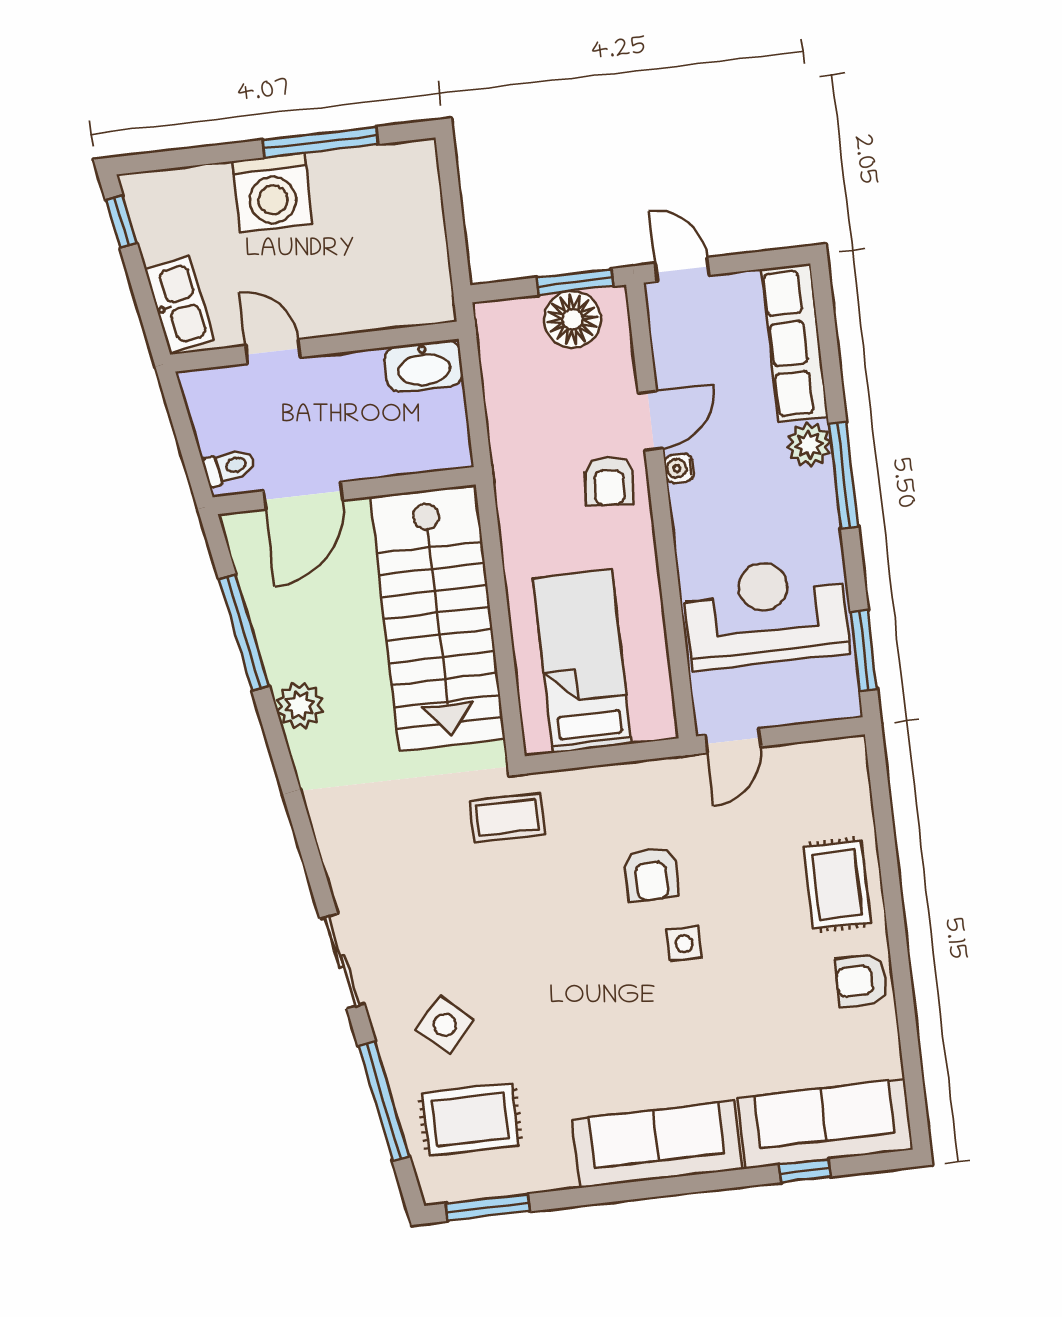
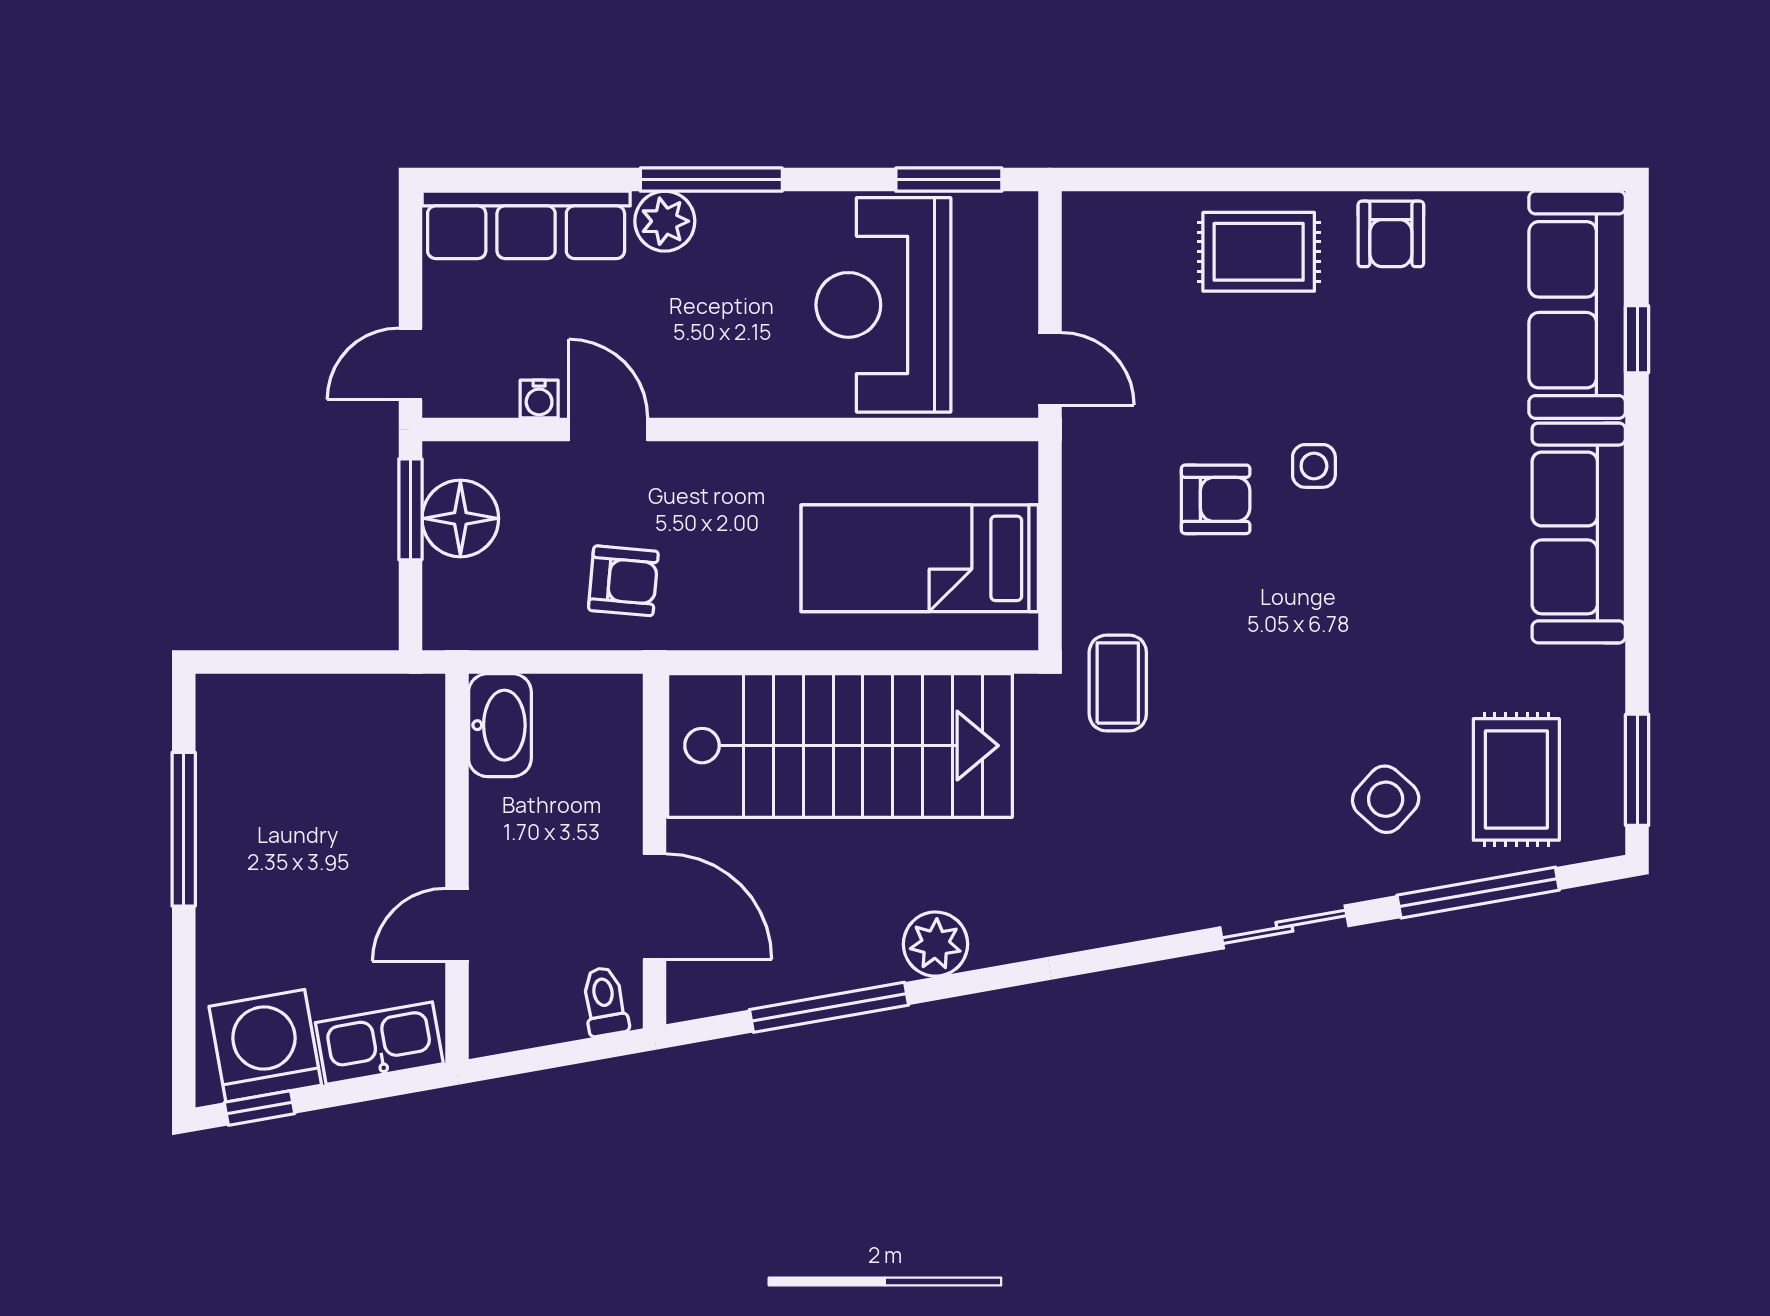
washing machine: (272, 193) -> (265, 1046), moved, turned -100
water cooler: (679, 468) -> (539, 399), moved
armchair: (609, 481) -> (623, 581), moved

